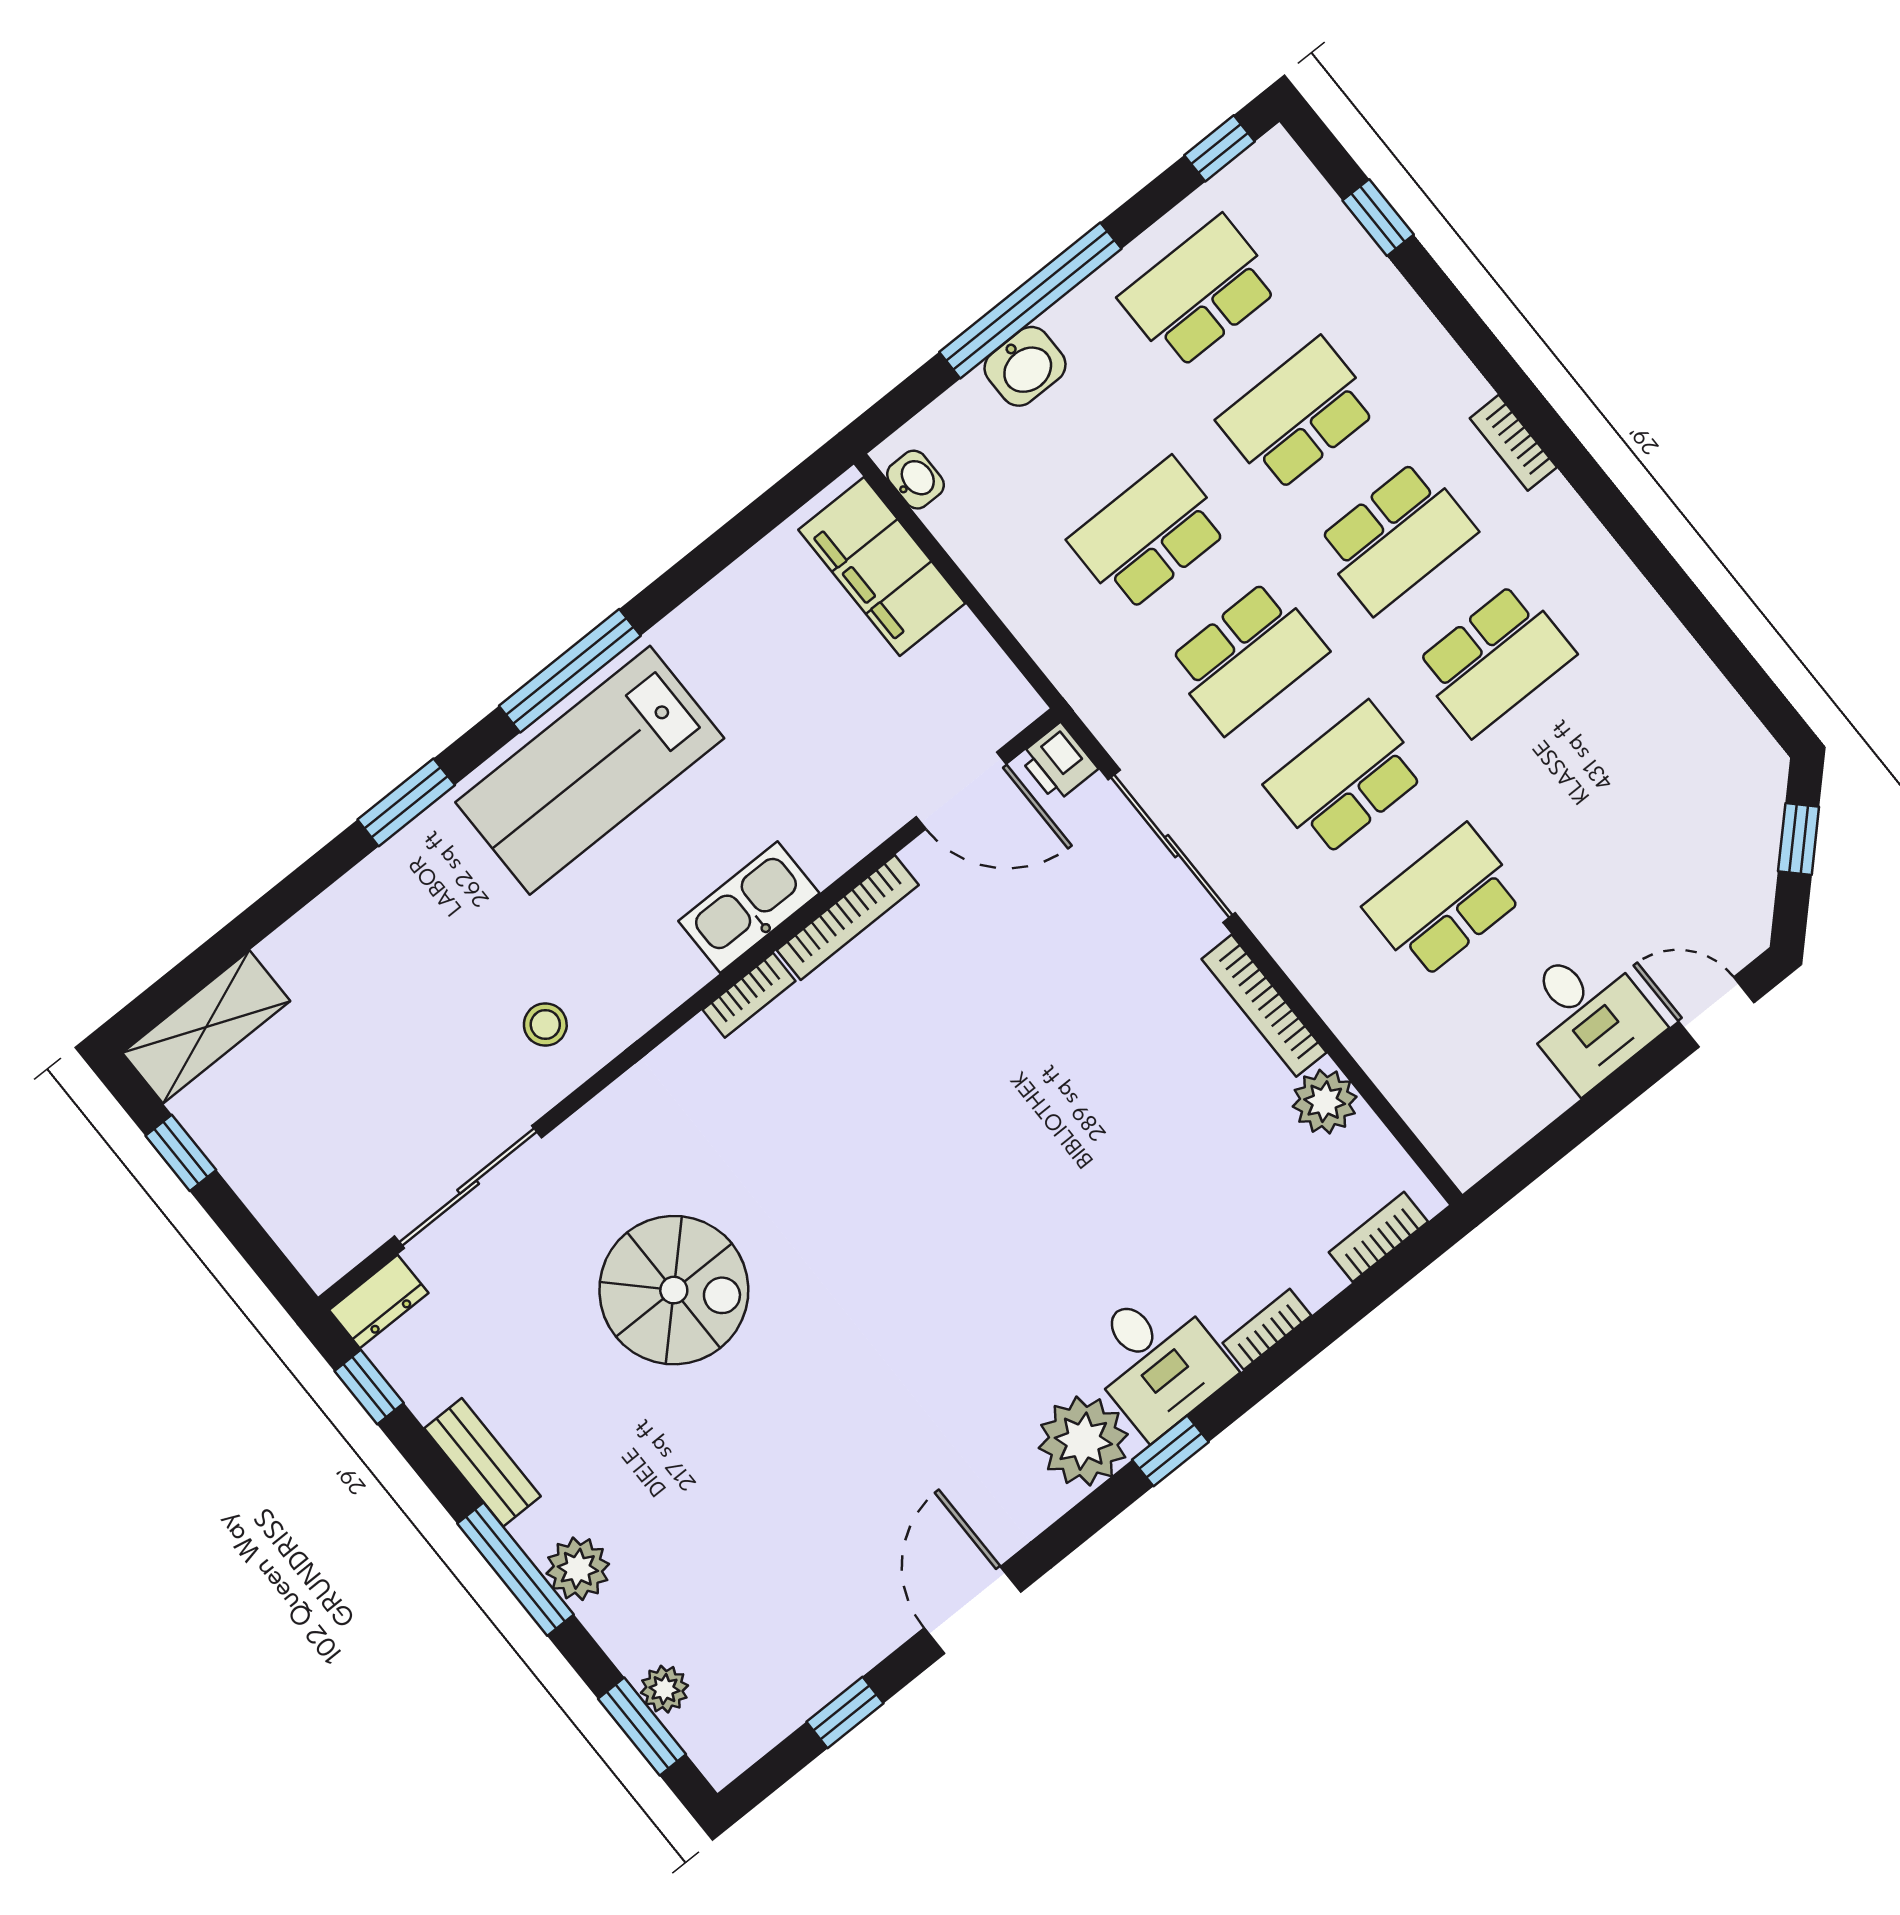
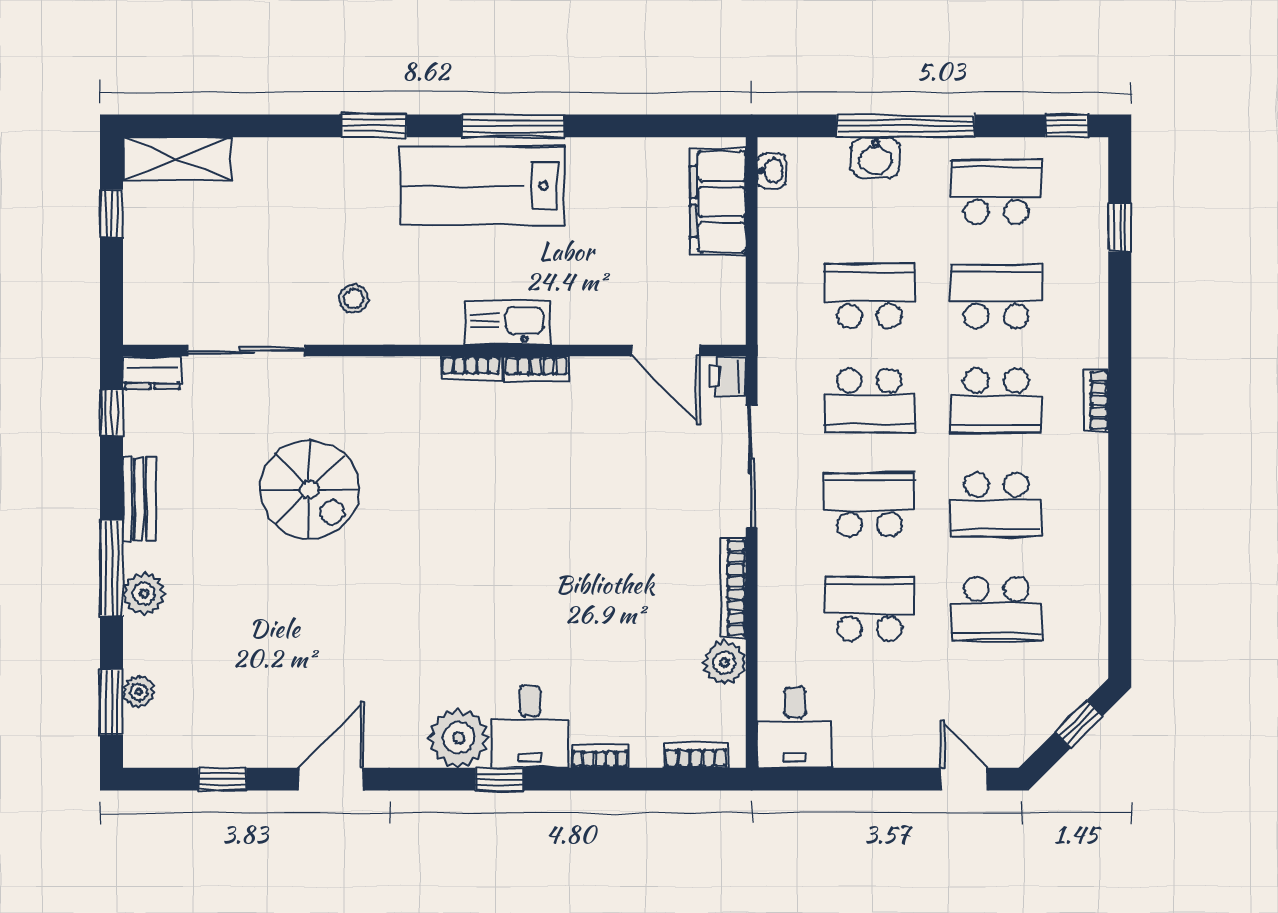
school desk: (1593, 782) -> (996, 609), added
bookcase: (848, 918) -> (536, 369), width x0.64
desk: (1587, 1016) -> (795, 727), moved

